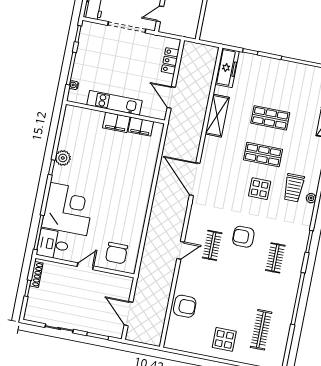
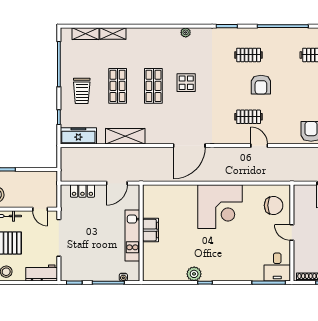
filing cabinet: (141, 127) -> (150, 206), removed
trolley: (294, 188) -> (82, 91), moved, turned 90
corner desk: (68, 209) -> (220, 207), moved, turned 180
armchair: (243, 237) -> (261, 85), moved

